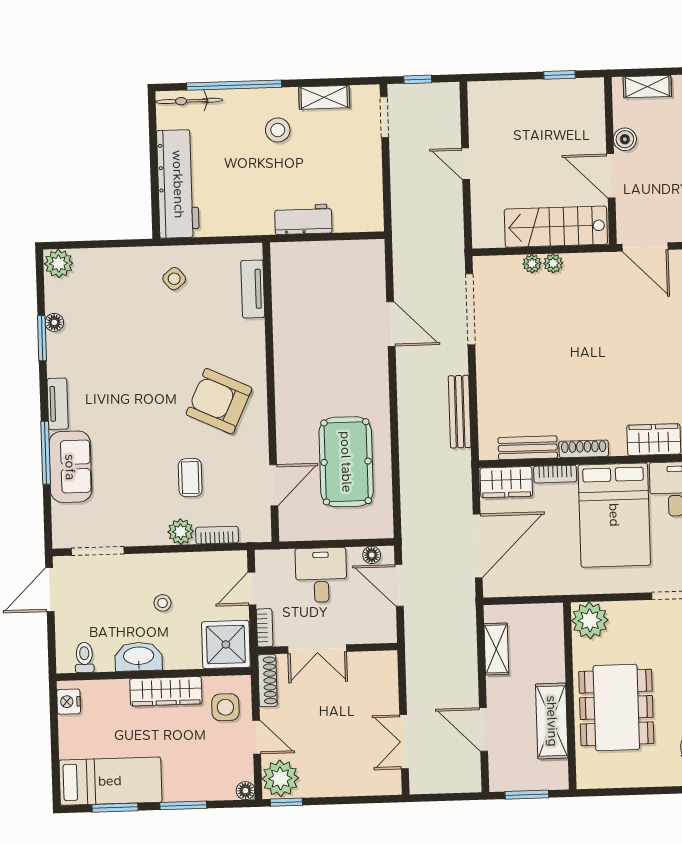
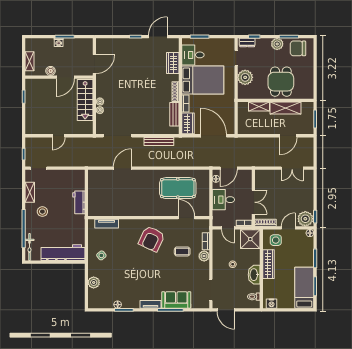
plant: (59, 263) -> (94, 282), moved
plant: (590, 620) -> (245, 77), moved
shelving: (496, 649) -> (259, 107), moved
dining table: (616, 708) -> (281, 82), width x0.73

